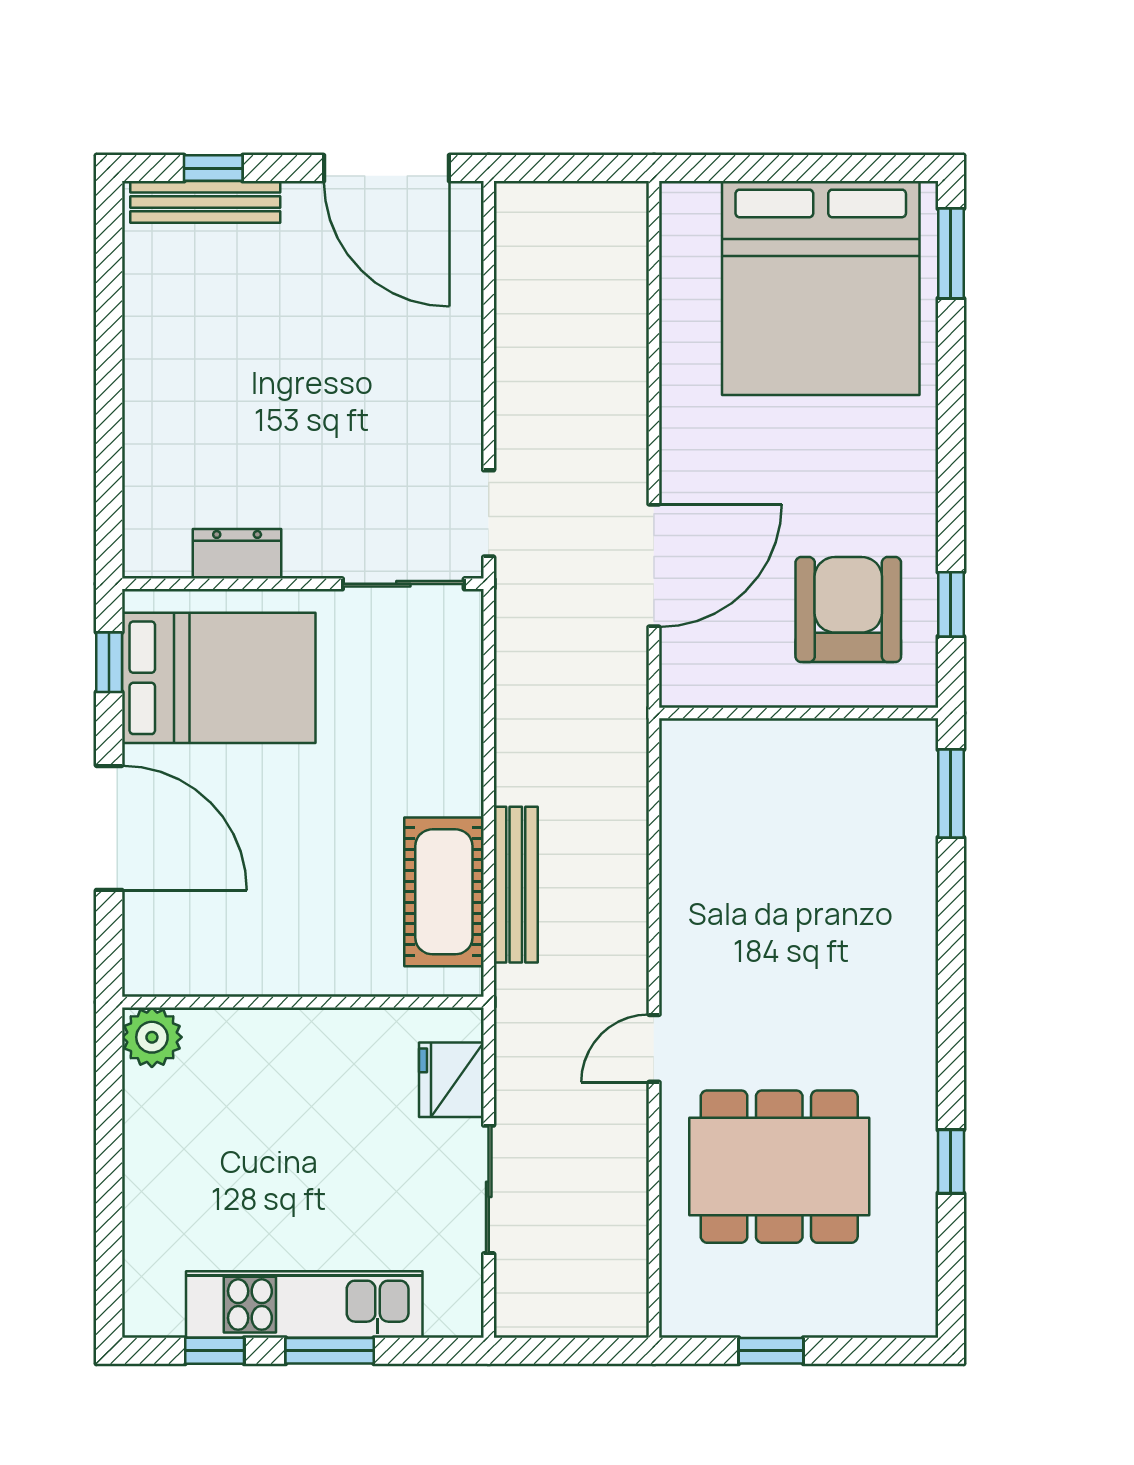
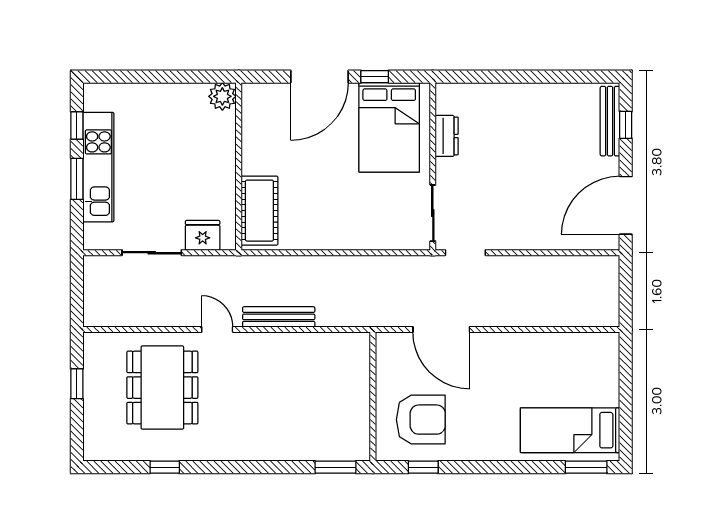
bed: (821, 288) -> (570, 430), width x0.49
window: (109, 662) -> (375, 77), moved
bench: (516, 885) -> (279, 317), moved
cot: (444, 892) -> (259, 211), moved, turned 90

